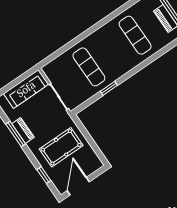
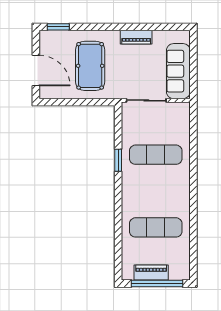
window: (16, 134) -> (138, 27), removed
window: (44, 175) -> (58, 27), moved
door: (78, 186) -> (36, 71), moved

